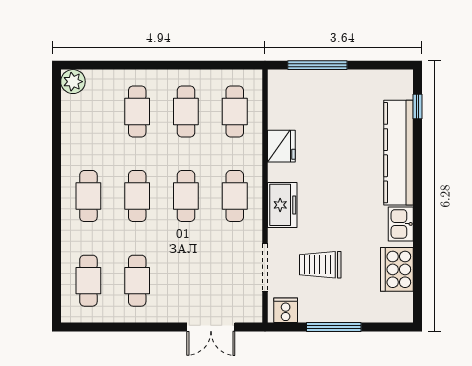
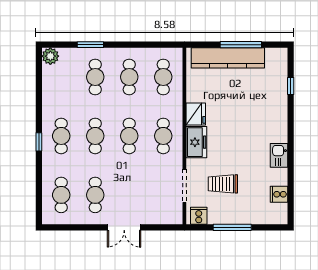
window: (130, 65) -> (90, 45), added
window: (317, 65) -> (241, 45), moved
window: (417, 107) -> (291, 86), moved
fridge: (281, 146) -> (196, 114), moved
kitchen counter: (398, 153) -> (228, 58), moved, turned -90
window: (56, 205) -> (39, 142), added
cooker: (397, 269) -> (279, 194), width x0.53, depth x0.76
double door: (211, 327) -> (124, 227), moved

